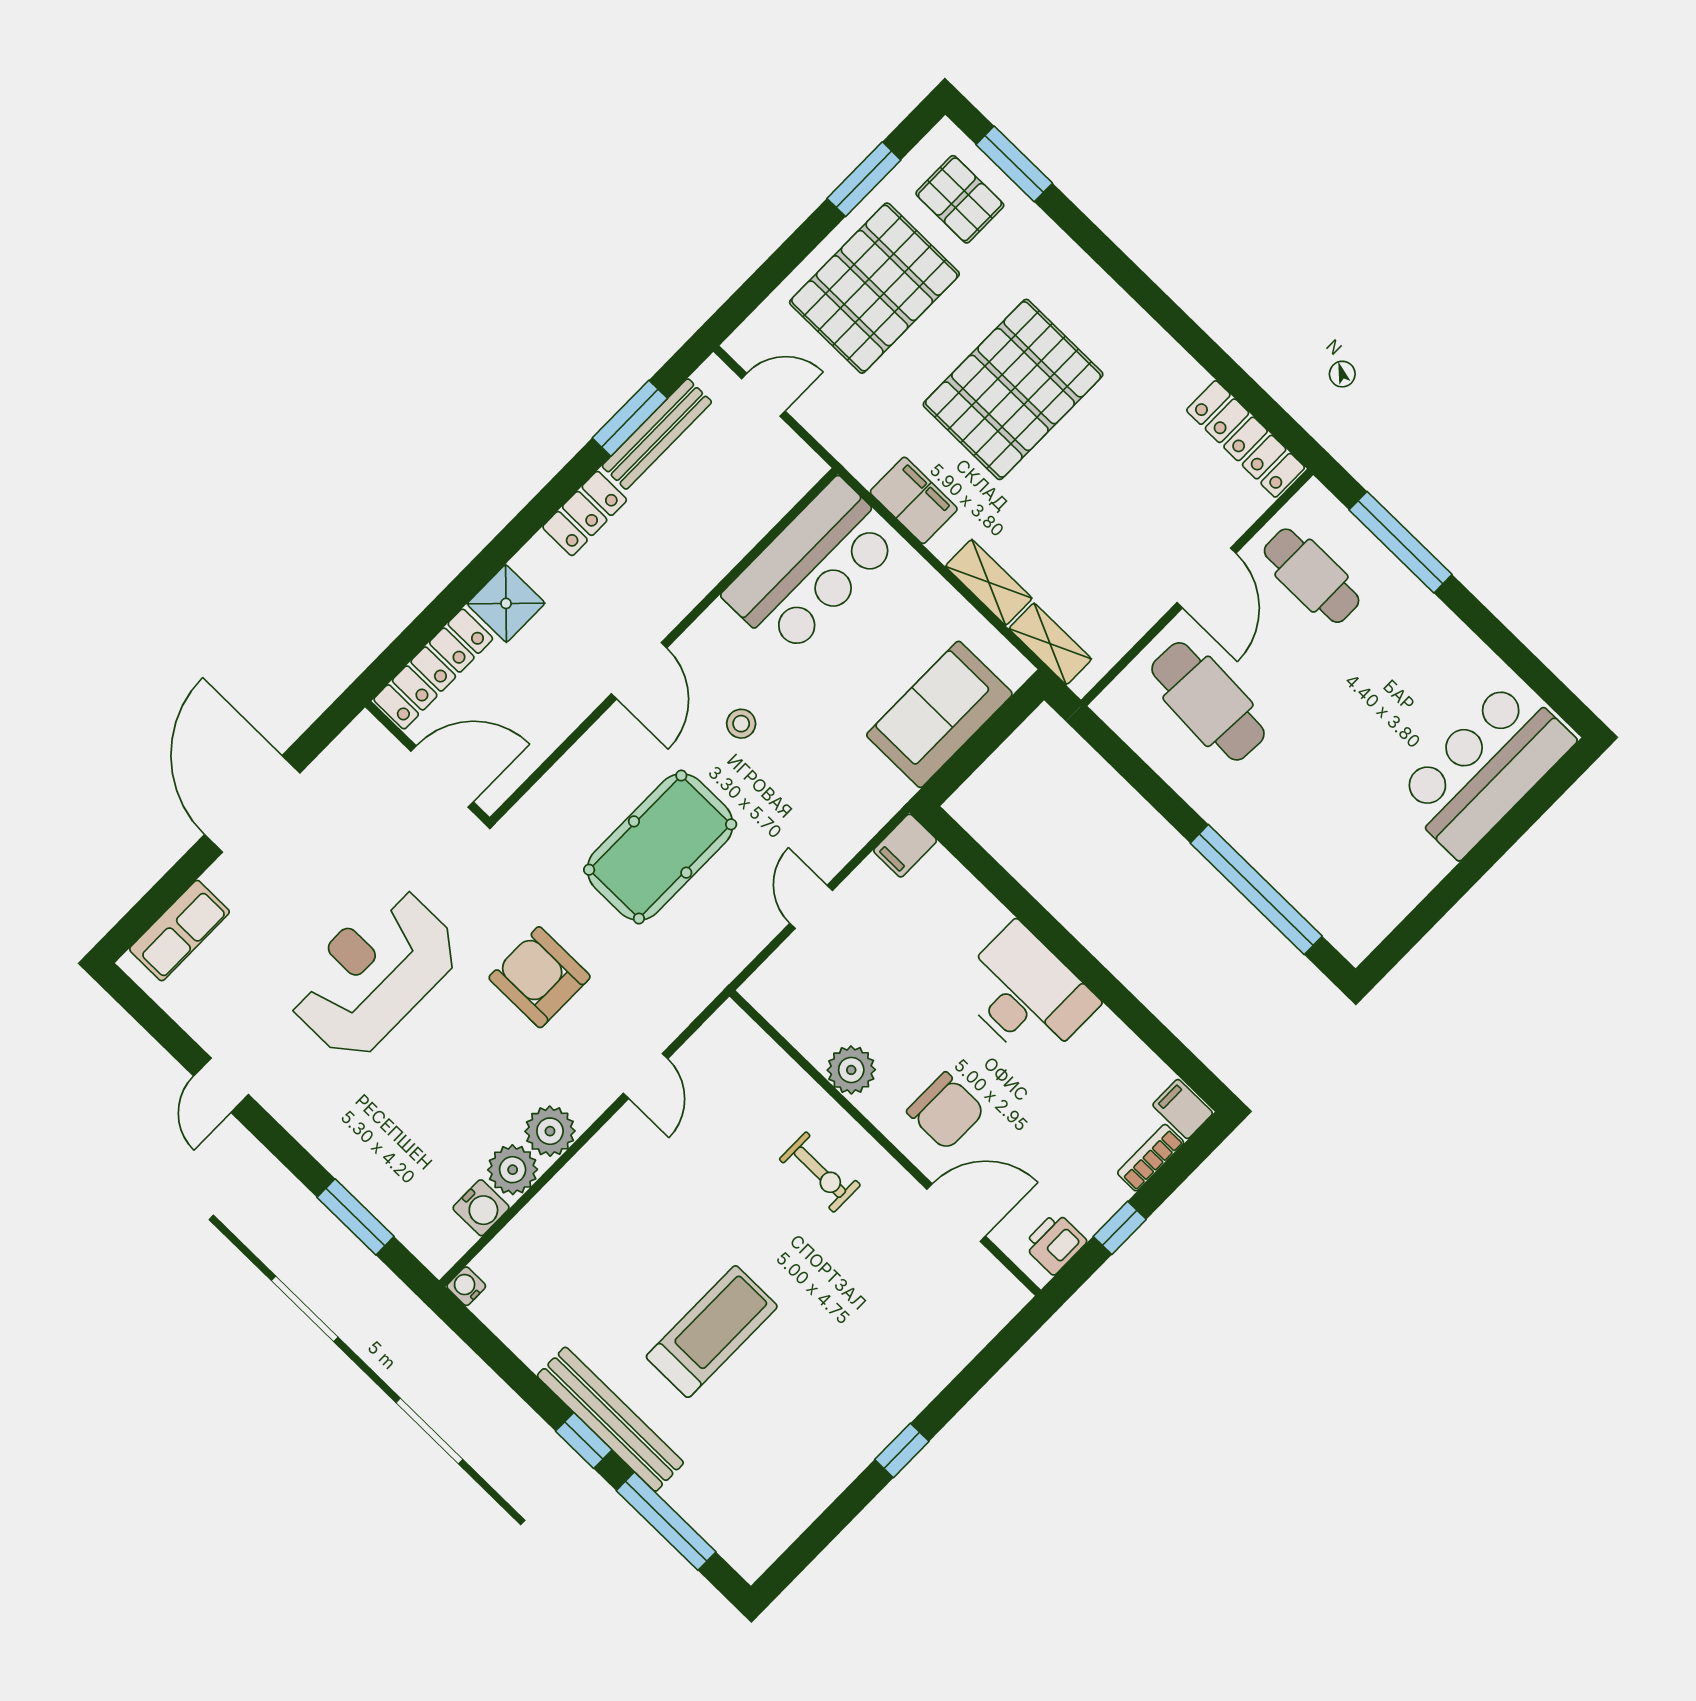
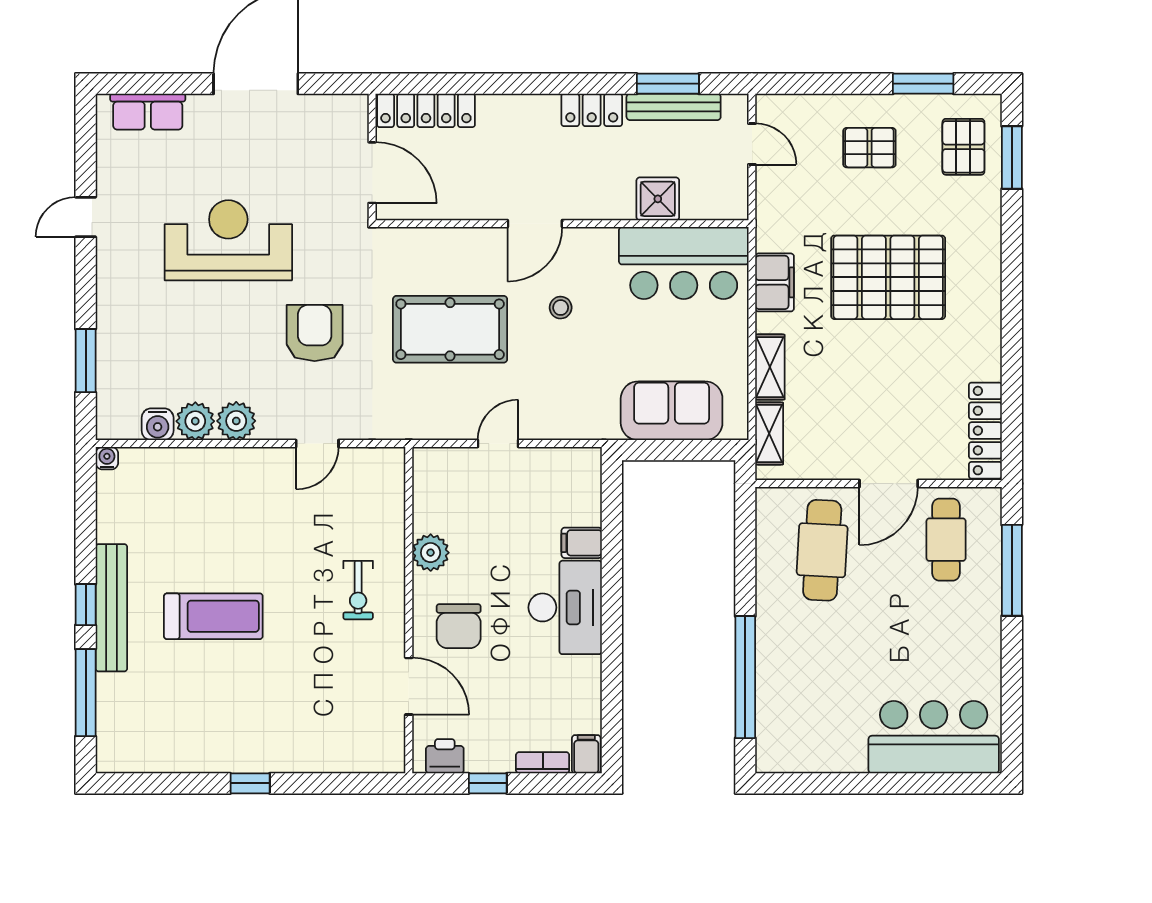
pallet: (874, 288) -> (869, 148), width x0.49, depth x0.50
shower: (506, 603) -> (658, 199), moved
filing cabinet: (905, 846) -> (582, 543), moved

